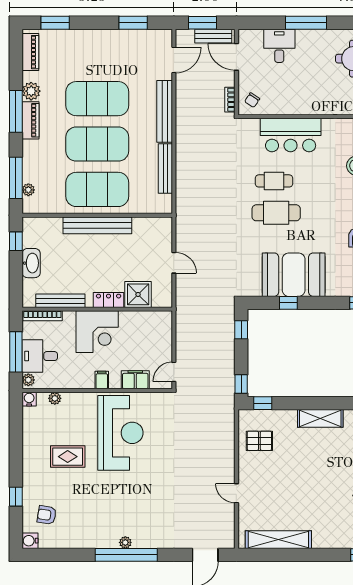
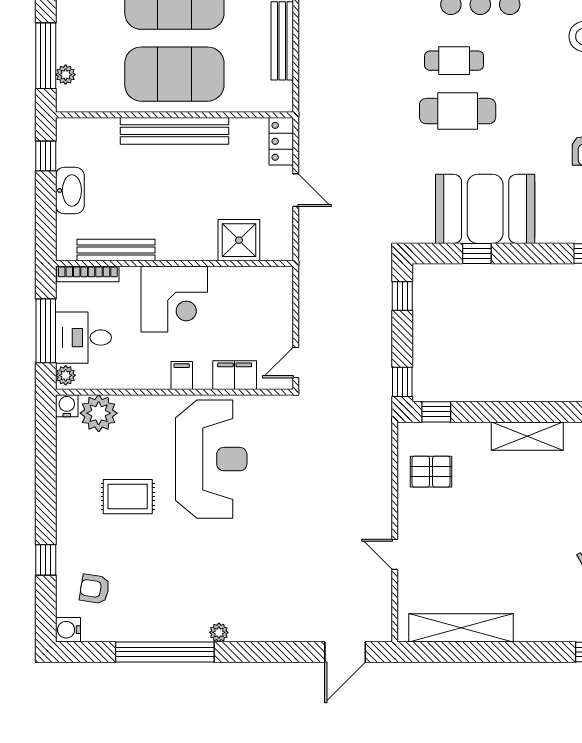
locker: (109, 300) -> (281, 141), moved, turned -90
plant: (55, 398) -> (99, 413), width x1.88, depth x1.88
window: (126, 555) -> (165, 652), moved

